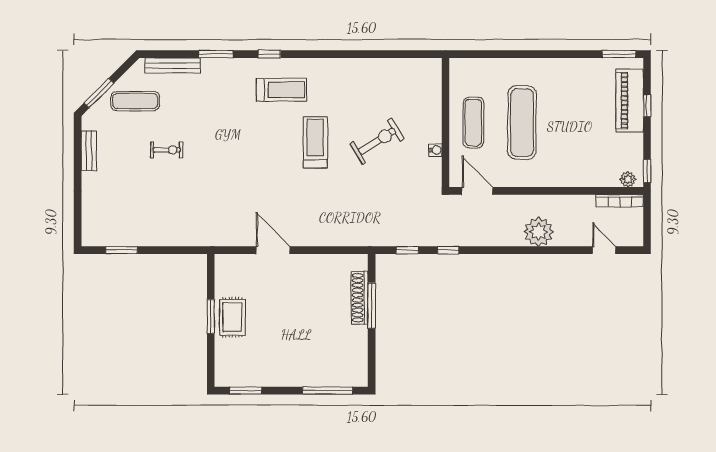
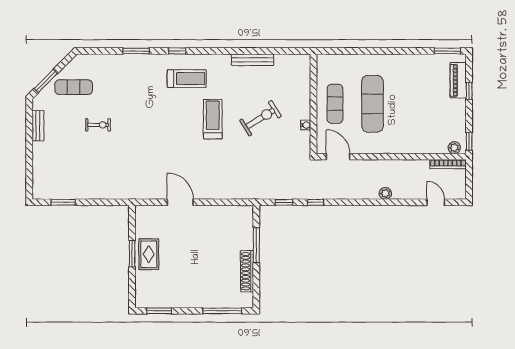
bench: (172, 65) -> (252, 60), moved
piano: (630, 100) -> (458, 80), width x0.73, depth x0.75
plant: (539, 232) -> (385, 193), width x0.53, depth x0.53
shoe rack: (360, 298) -> (247, 271), moved

